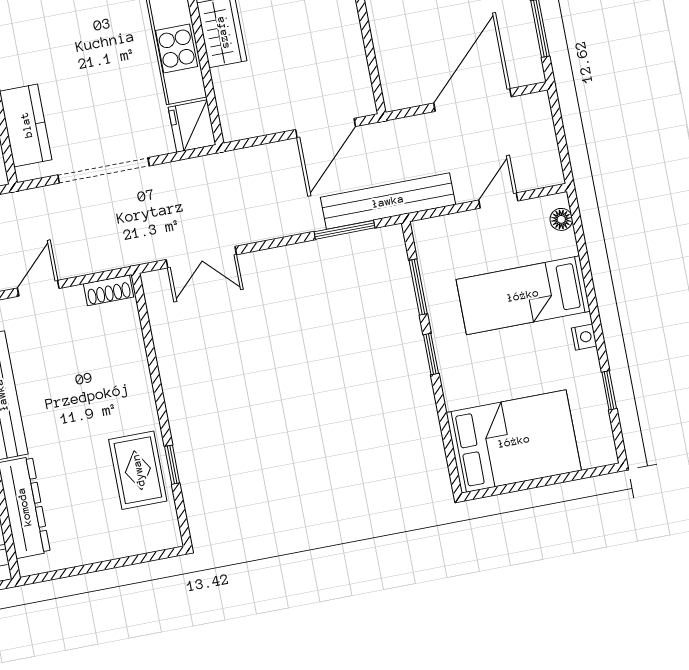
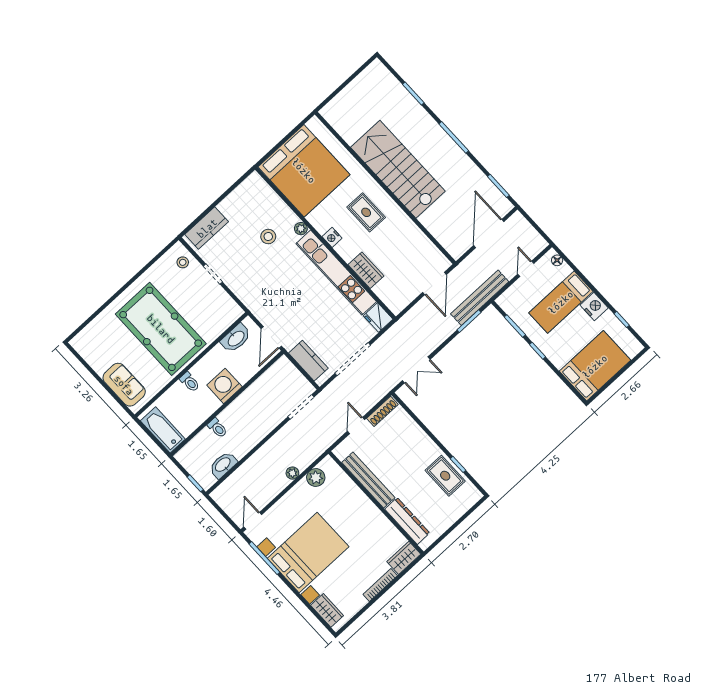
shoe rack: (109, 290) -> (382, 411), width x1.43
nightstand: (584, 337) -> (594, 306), width x1.89, depth x1.79

